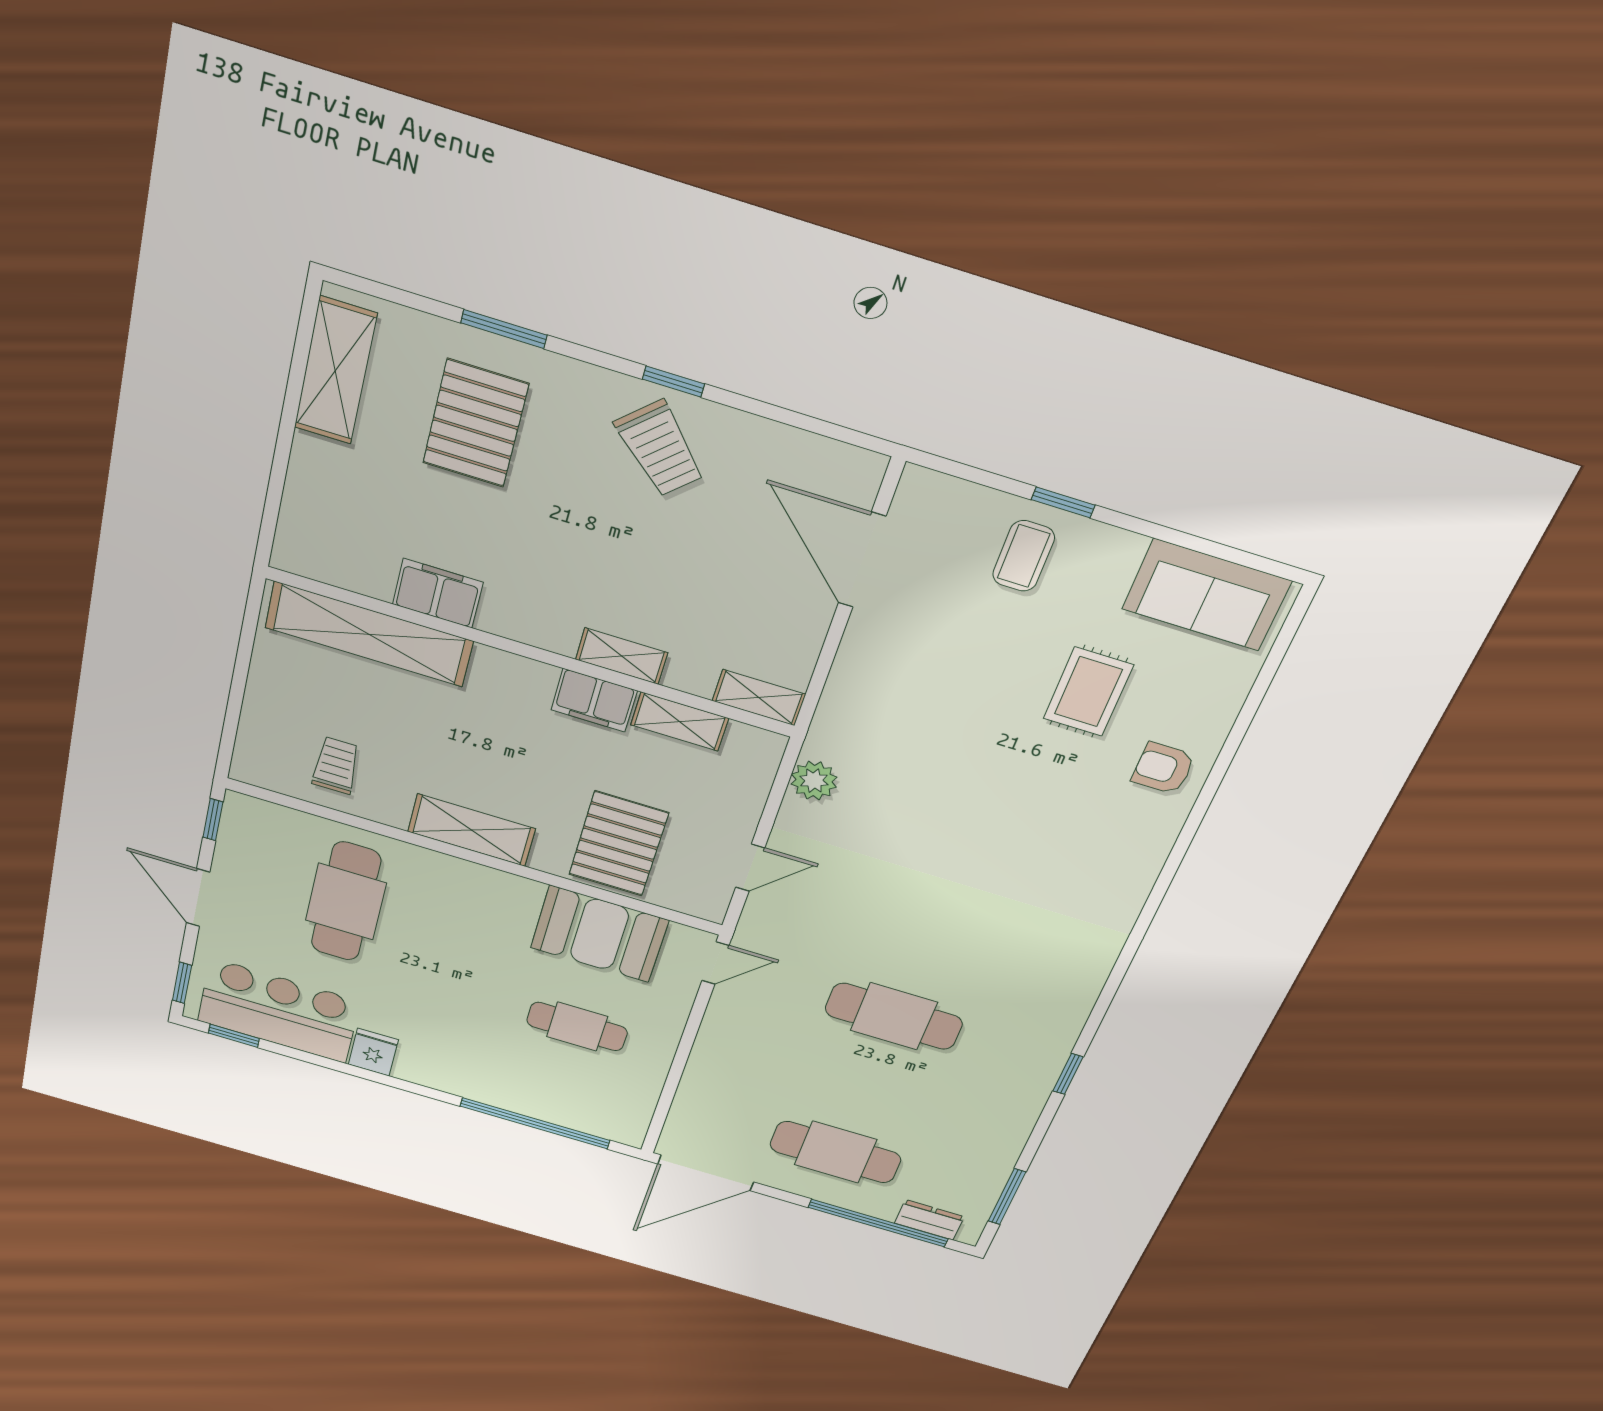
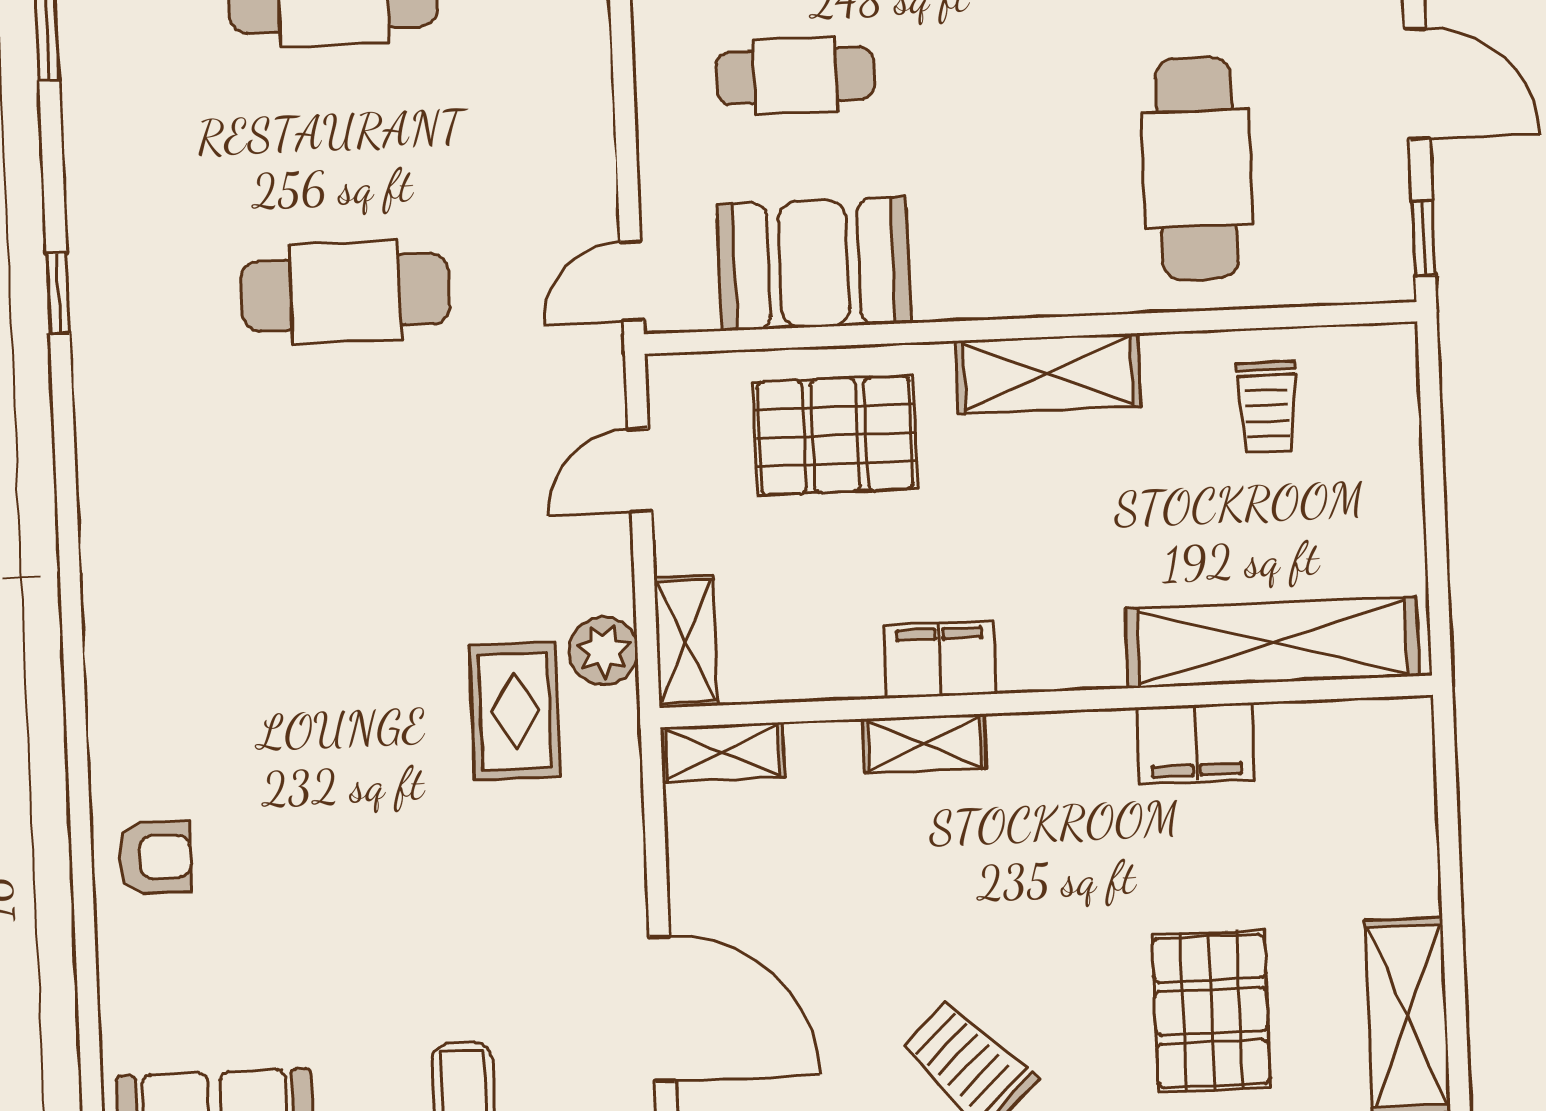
rug: (1088, 692) -> (515, 711), moved
shelving: (680, 722) -> (686, 642), moved, turned 90
pallet: (619, 844) -> (835, 435), turned 90

